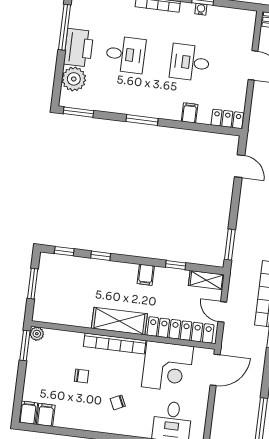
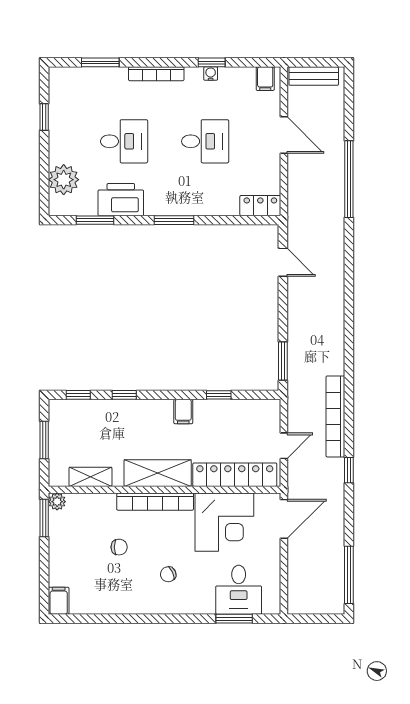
window: (65, 27) -> (44, 117), width x0.46
printer: (79, 48) -> (121, 200), moved, turned -90
desk: (190, 62) -> (205, 141), turned 180
window: (78, 112) -> (95, 220), moved
filing cabinet: (190, 113) -> (265, 79), moved, turned 180
window: (142, 120) -> (174, 220), moved
shelving: (206, 280) -> (90, 477), moved
door: (222, 312) -> (284, 446), swing flipped
filing cabinet: (46, 415) -> (81, 601), removed

